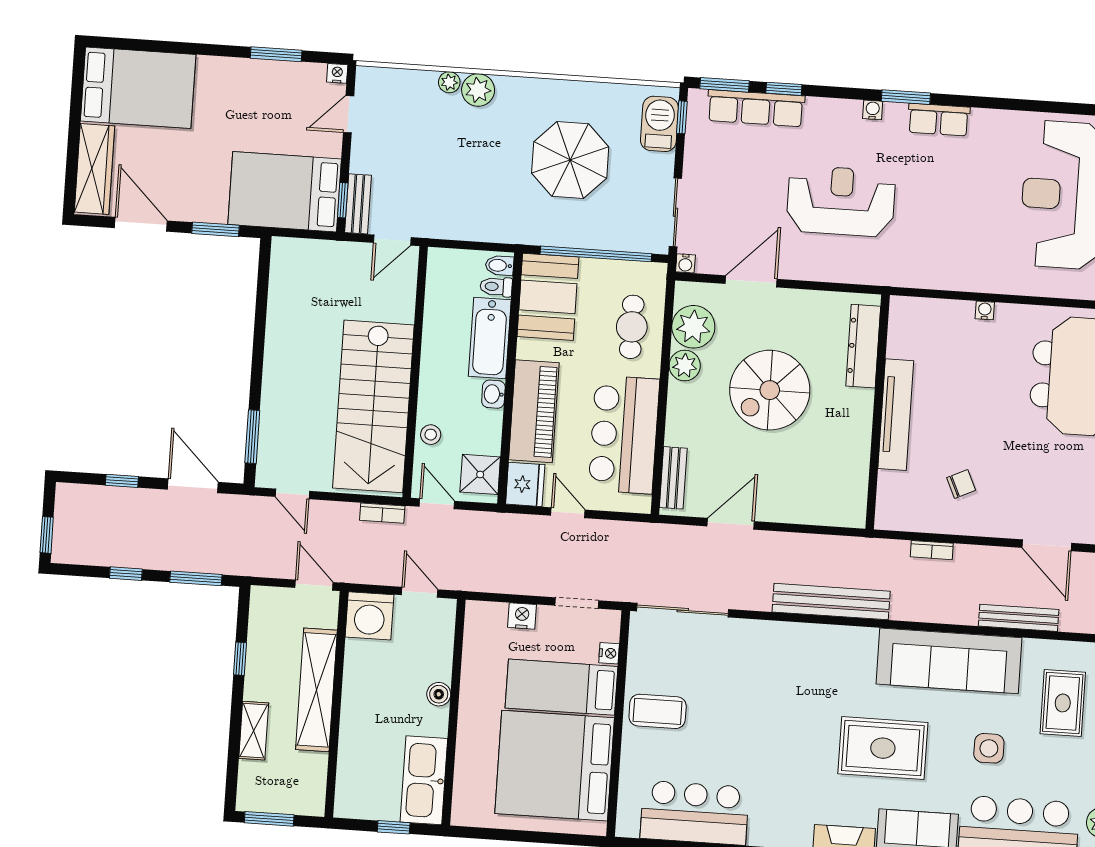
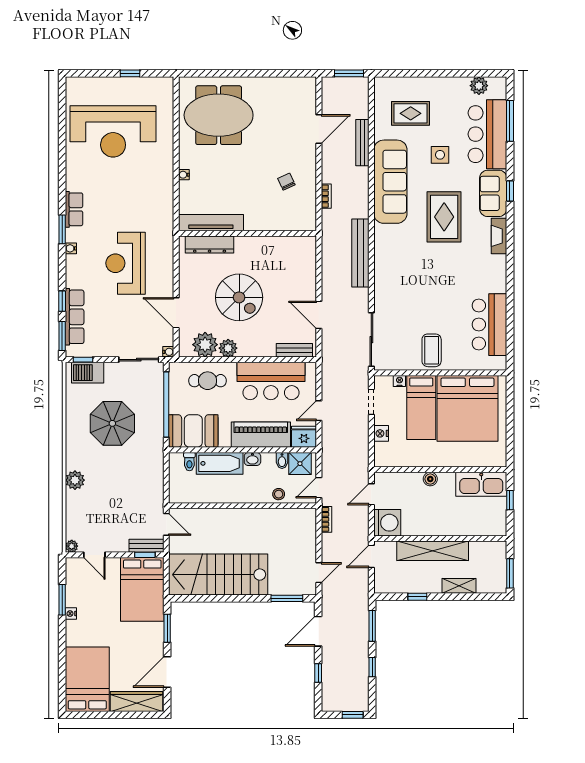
nightstand: (337, 73) -> (71, 614), moved
plant: (449, 82) -> (72, 546), moved
bidet: (500, 265) -> (282, 461), moved
stairs: (373, 406) -> (218, 575), moved, turned 180
tv unit: (896, 415) -> (211, 223), moved

